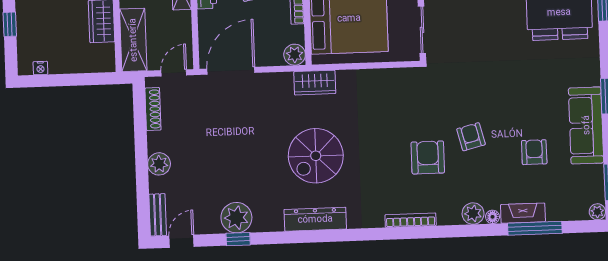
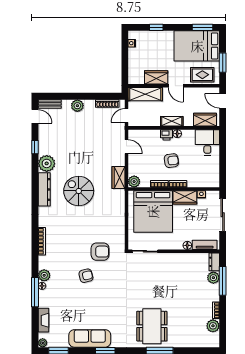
door: (231, 71) -> (127, 147), width x0.53
door: (174, 73) -> (127, 116), swing flipped
wardrobe: (315, 83) -> (118, 177), moved
armchair: (534, 152) -> (76, 310), removed
armchair: (428, 157) -> (100, 252), moved
fireplace: (523, 213) -> (43, 320), moved
plant: (236, 218) -> (47, 163), moved
window: (535, 228) -> (35, 292), moved

